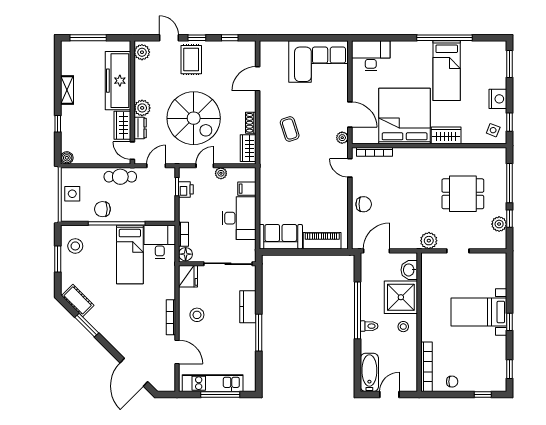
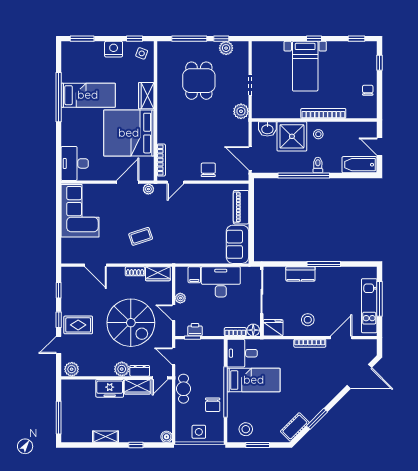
freezer: (118, 81) -> (110, 388), width x0.52, depth x0.79
spiral stairs: (194, 118) -> (131, 323), turned 90
bookcase: (426, 367) -> (323, 113), moved

